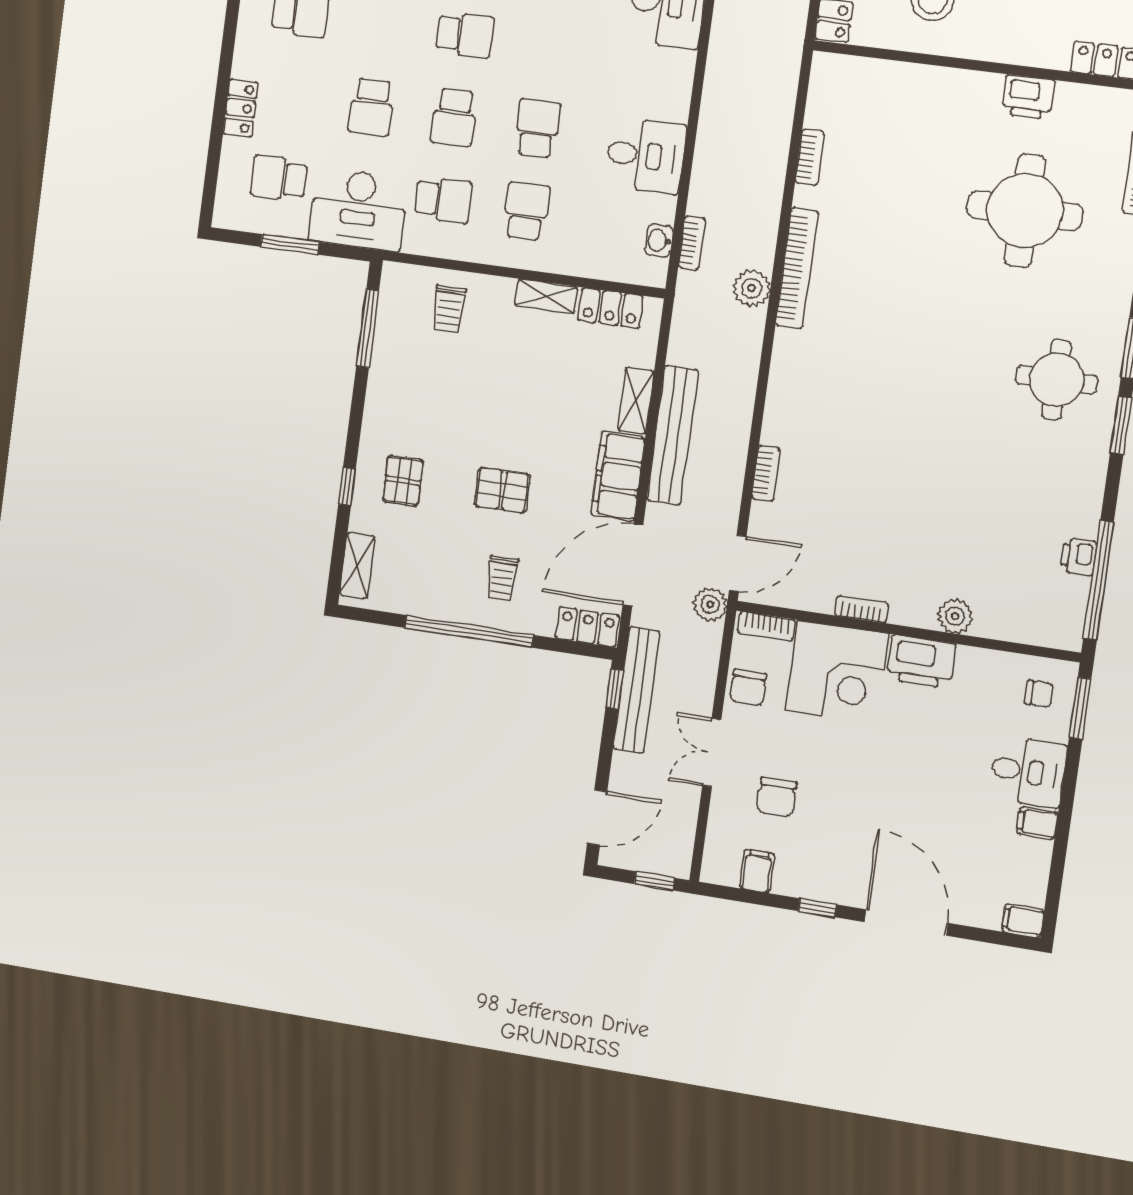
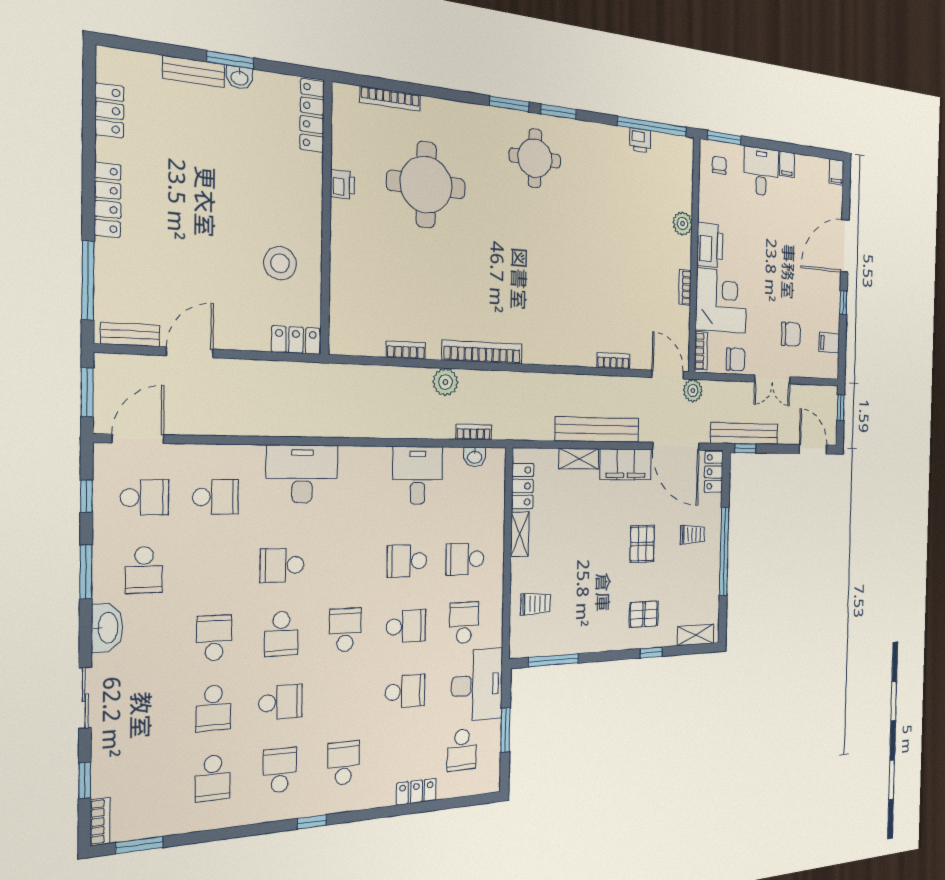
printer: (1028, 97) -> (342, 184), width x0.73, depth x0.81
plant: (752, 288) -> (445, 382), moved

